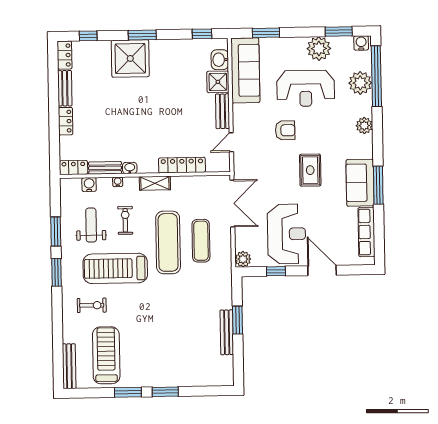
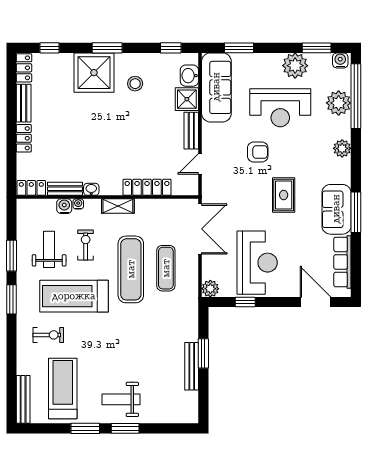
stool: (169, 68) -> (135, 84), added
water cooler: (89, 185) -> (64, 206), moved
door: (322, 270) -> (316, 302), moved
weight bench: (161, 365) -> (121, 399), added

